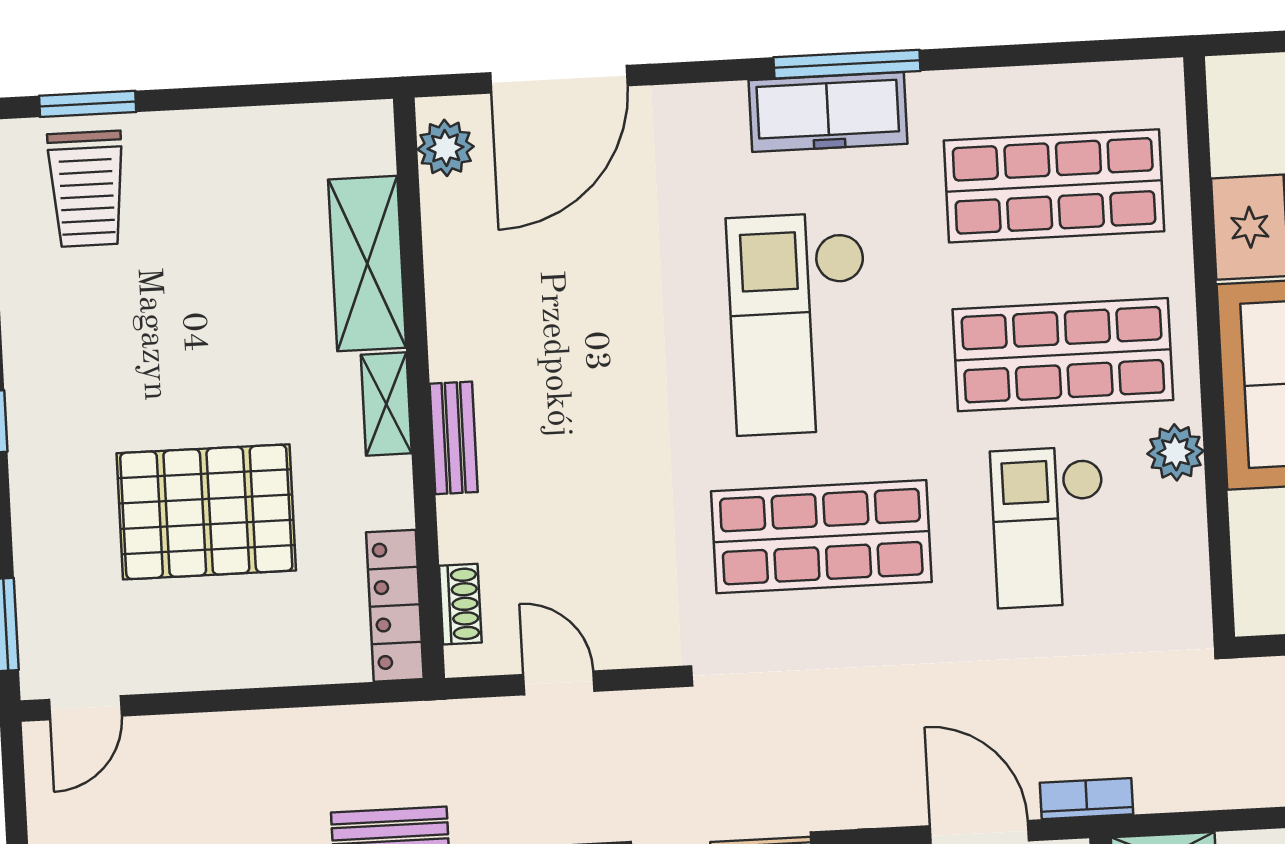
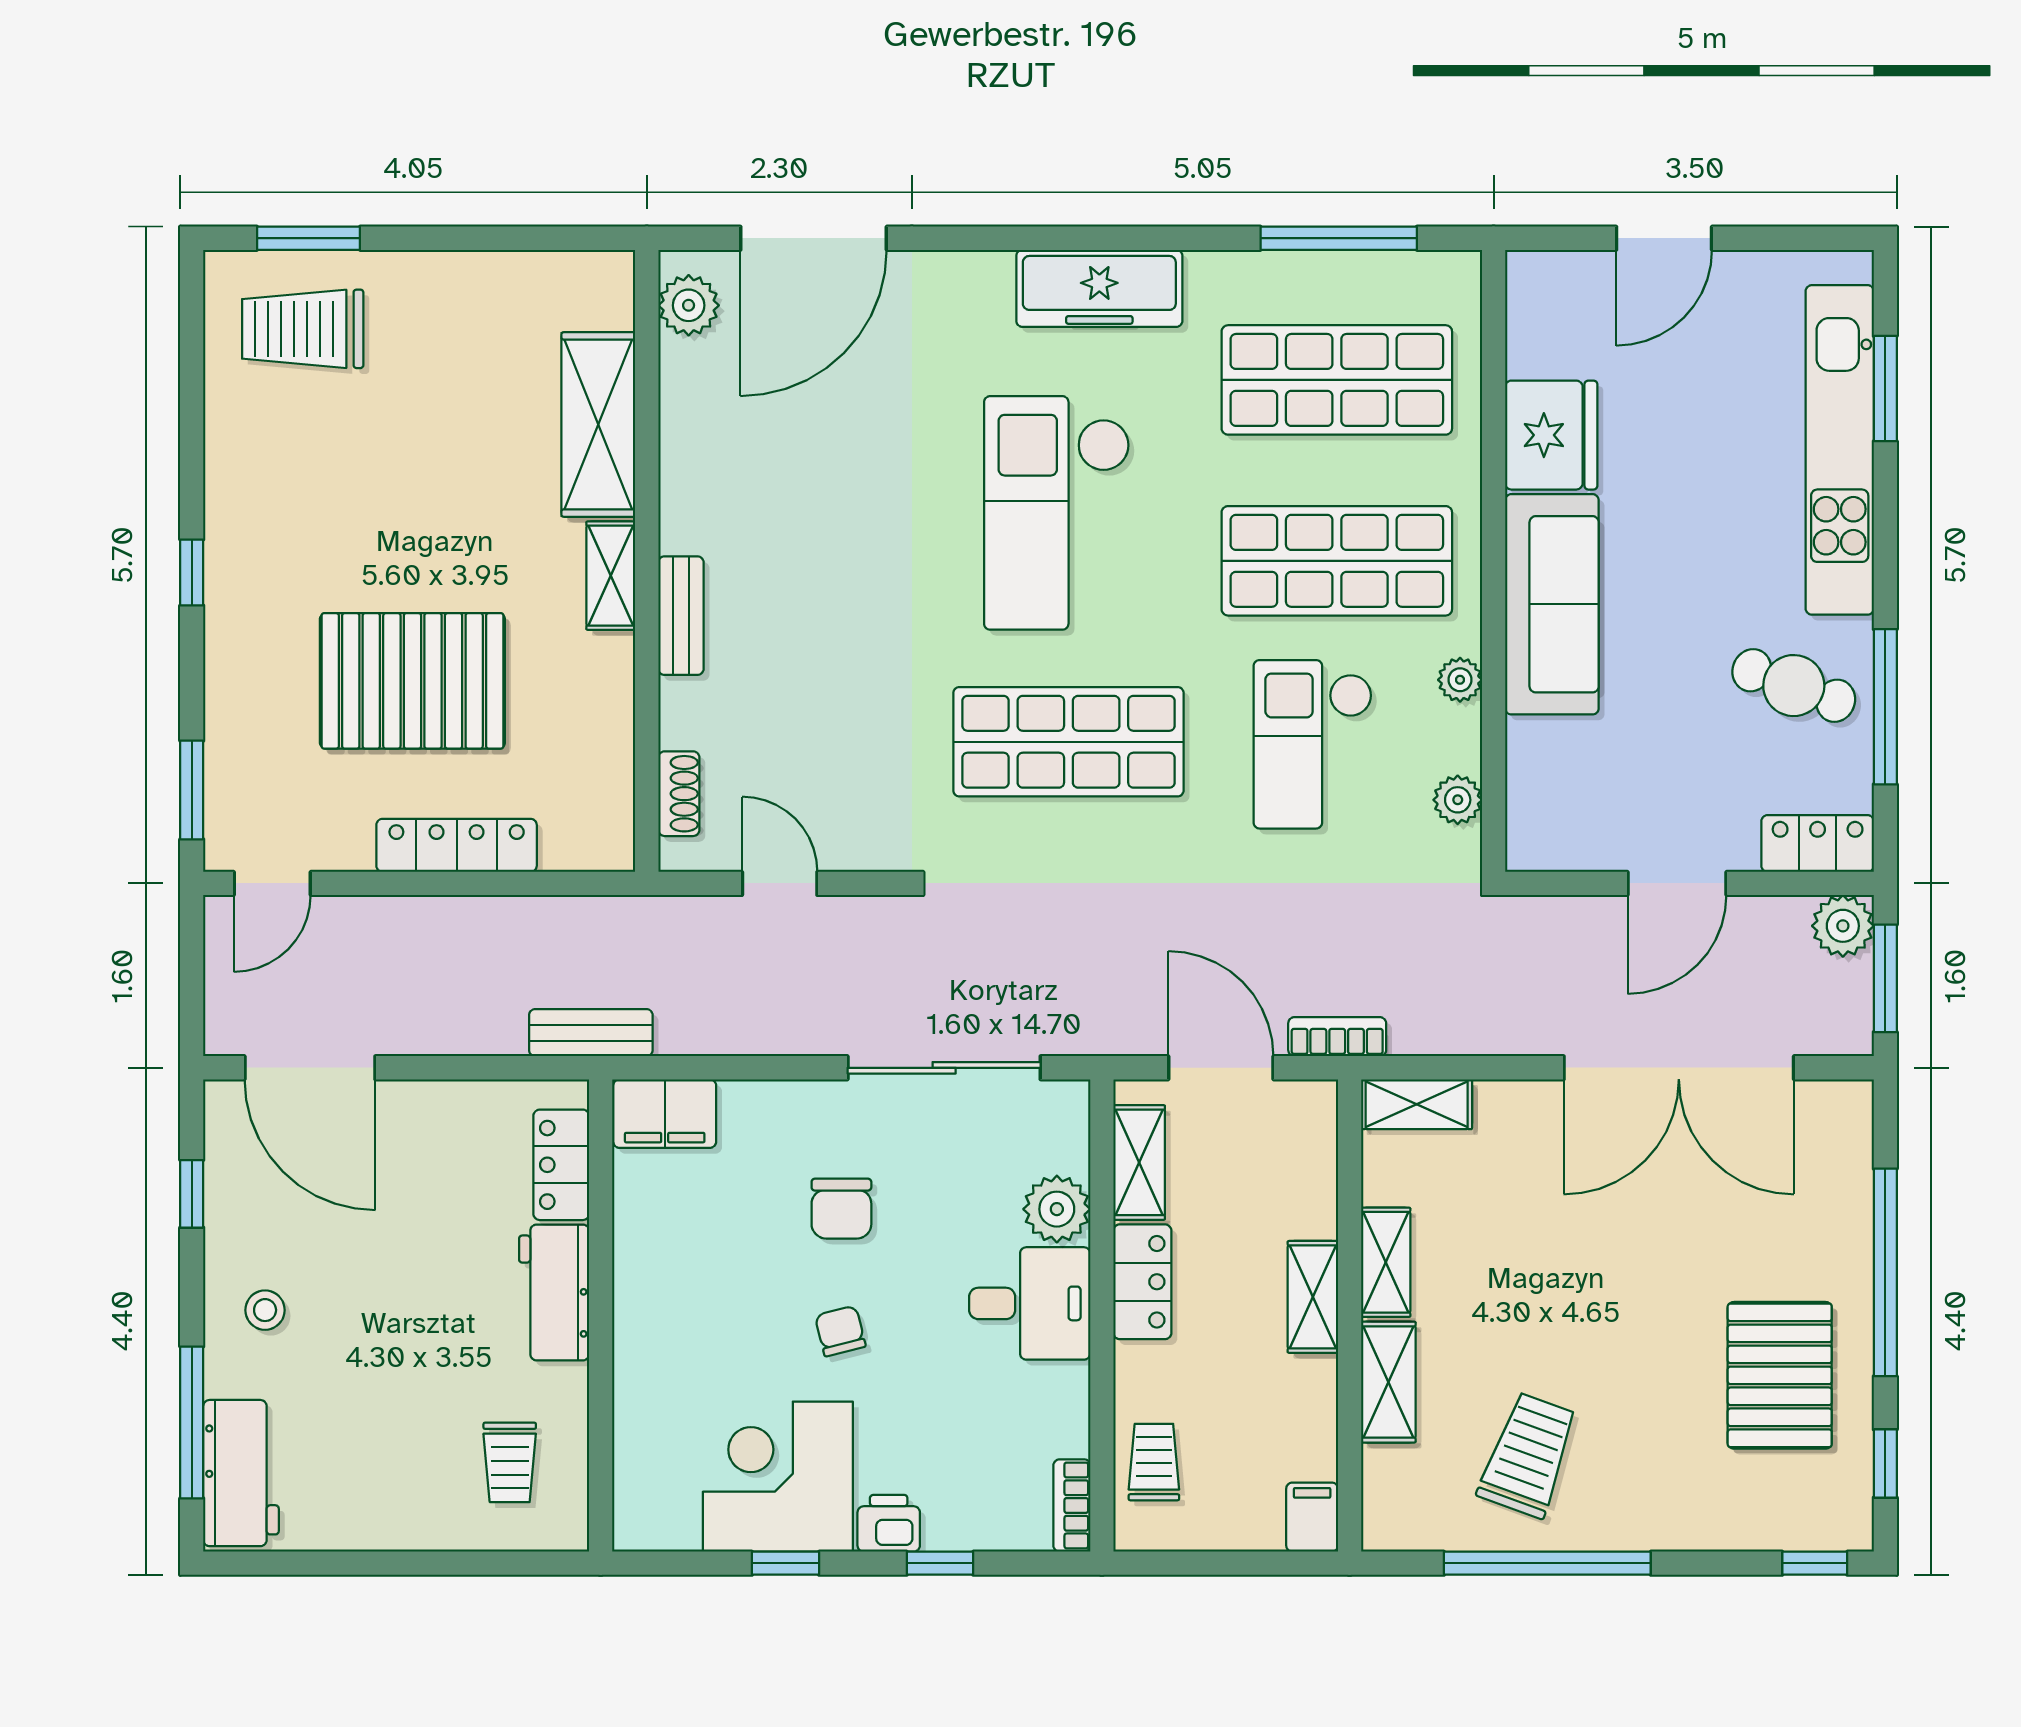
window: (847, 64) -> (1339, 238), moved
trolley: (87, 189) -> (303, 329), turned 90
plant: (1176, 452) -> (1460, 680), width x0.73, depth x0.73
plant: (1187, 572) -> (1458, 800), added
locker: (395, 606) -> (457, 845), moved, turned 90

